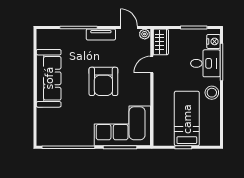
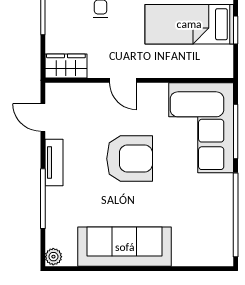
door: (129, 28) -> (43, 117), hinge flipped
plant: (145, 34) -> (53, 257), moved
door: (152, 65) -> (123, 80), moved

